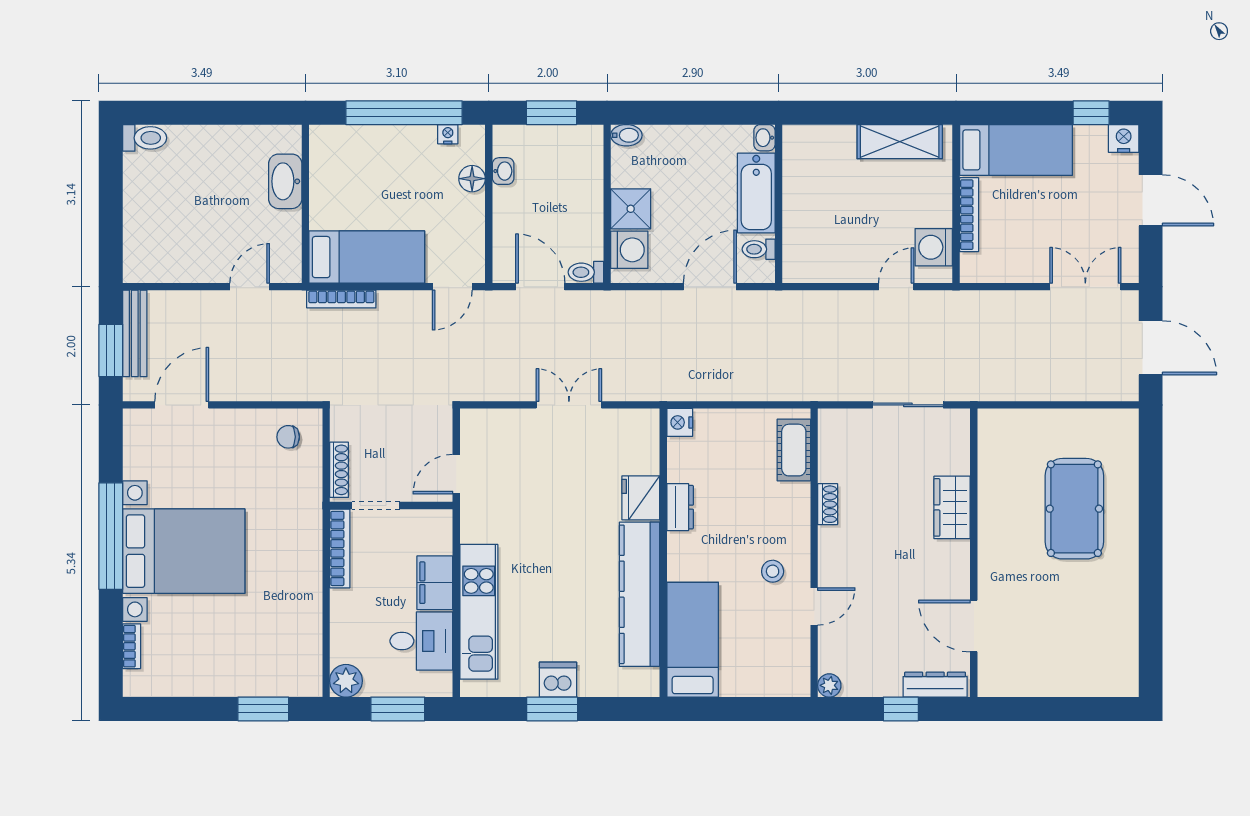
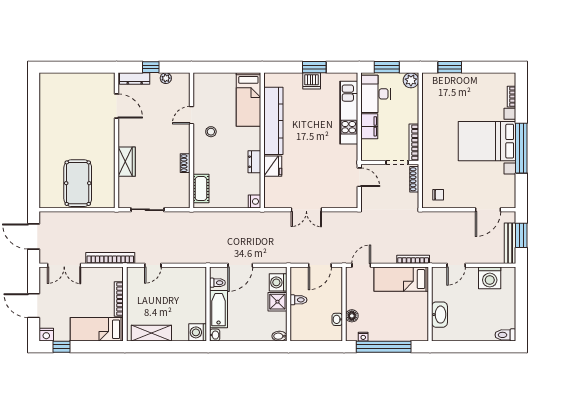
window: (552, 113) -> (315, 347), removed
washing machine: (934, 247) -> (198, 332), moved, turned 180
washing machine: (178, 260) -> (490, 278), added
toilet: (586, 272) -> (298, 300), moved
door: (540, 287) -> (320, 265), hinge flipped
bookcase: (987, 302) -> (110, 258), added
door: (456, 474) -> (359, 177), hinge flipped
pool table: (1074, 509) -> (78, 183), moved
desk: (421, 641) -> (376, 94), width x1.37
plant: (829, 685) -> (166, 78), moved

